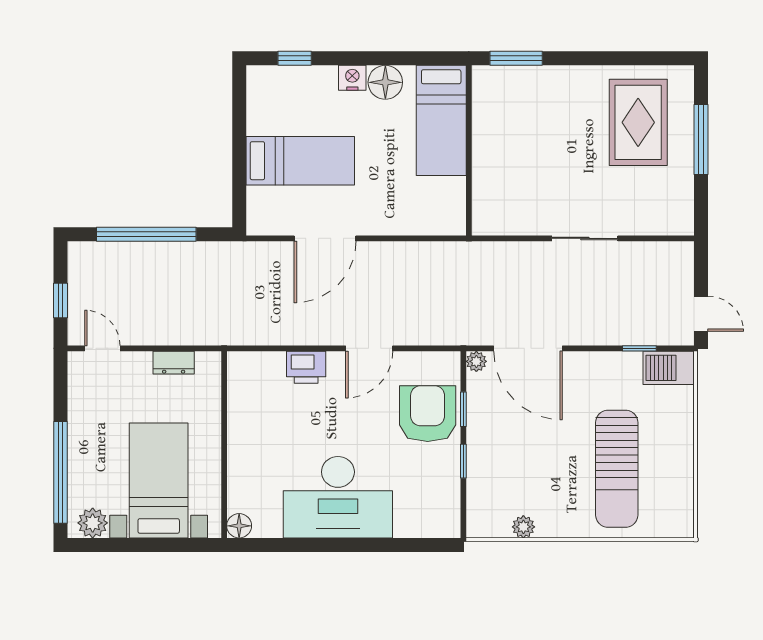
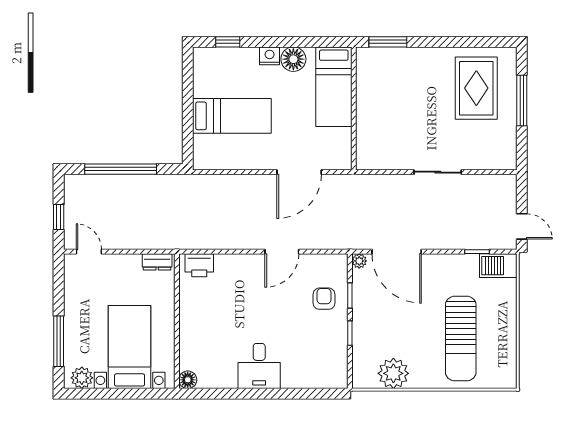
door: (325, 238) -> (299, 172), moved
dresser: (174, 363) -> (157, 262), moved
printer: (306, 367) -> (199, 265), moved
armchair: (428, 414) -> (324, 299), width x0.53, depth x0.53
window: (60, 472) -> (59, 341), width x0.68
desk: (338, 497) -> (259, 366), width x0.53, depth x0.77
plant: (523, 527) -> (393, 373), width x1.87, depth x1.87

